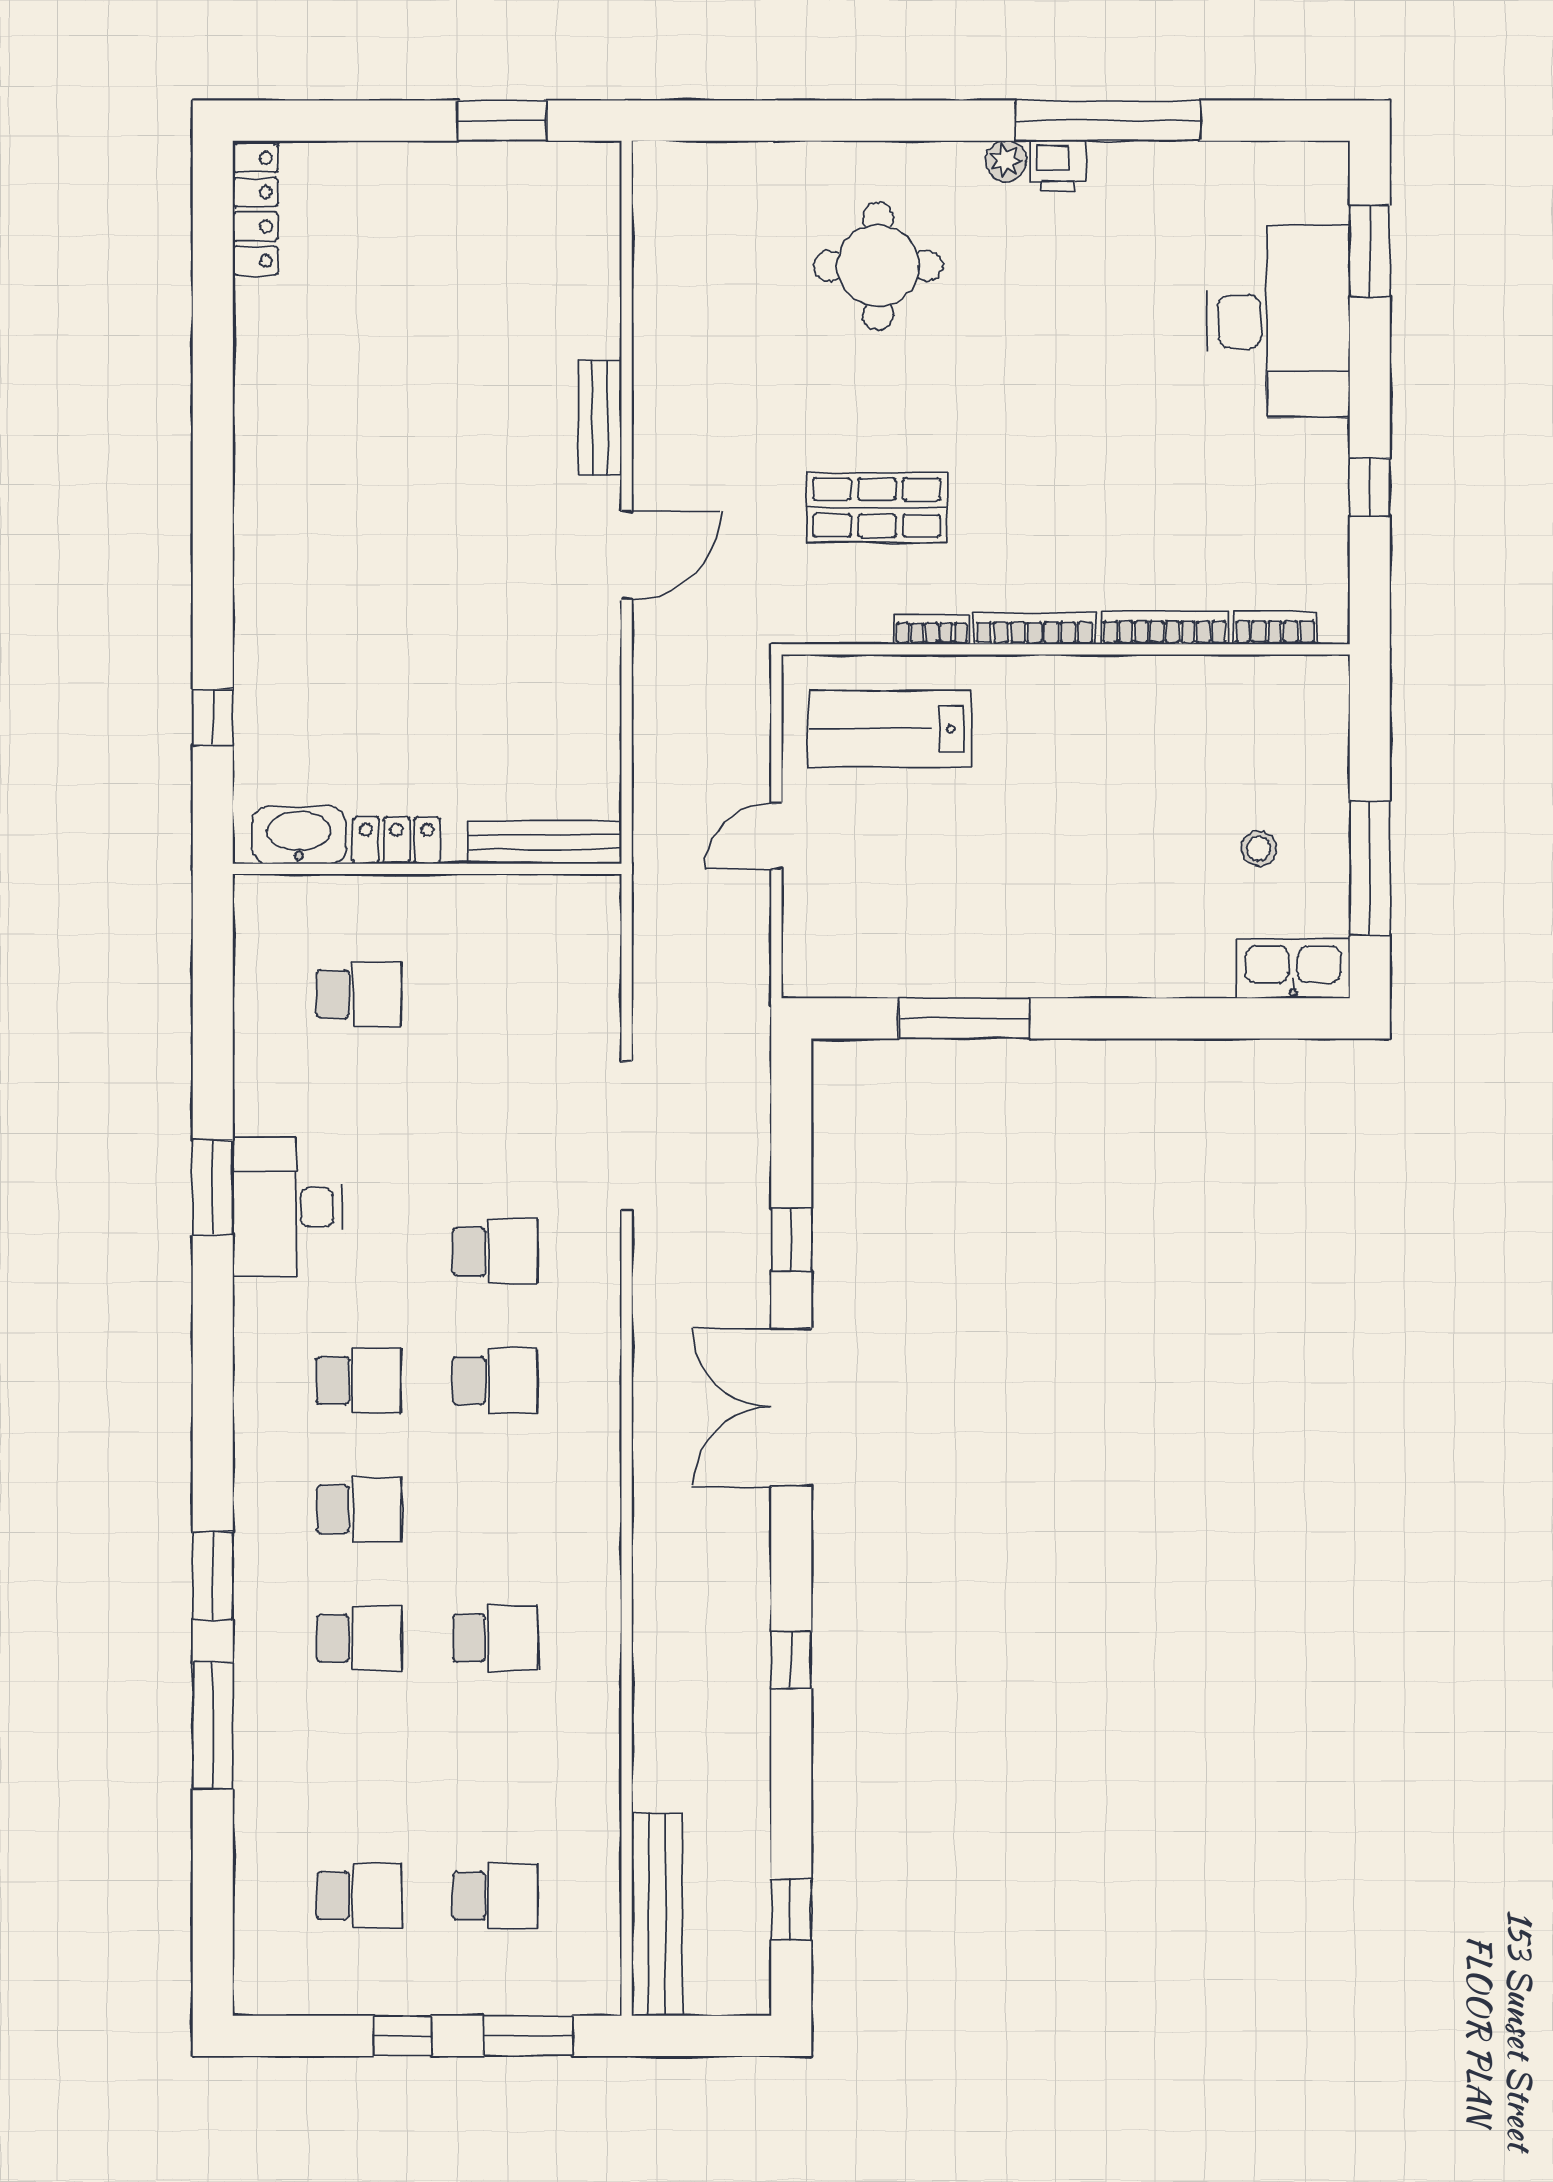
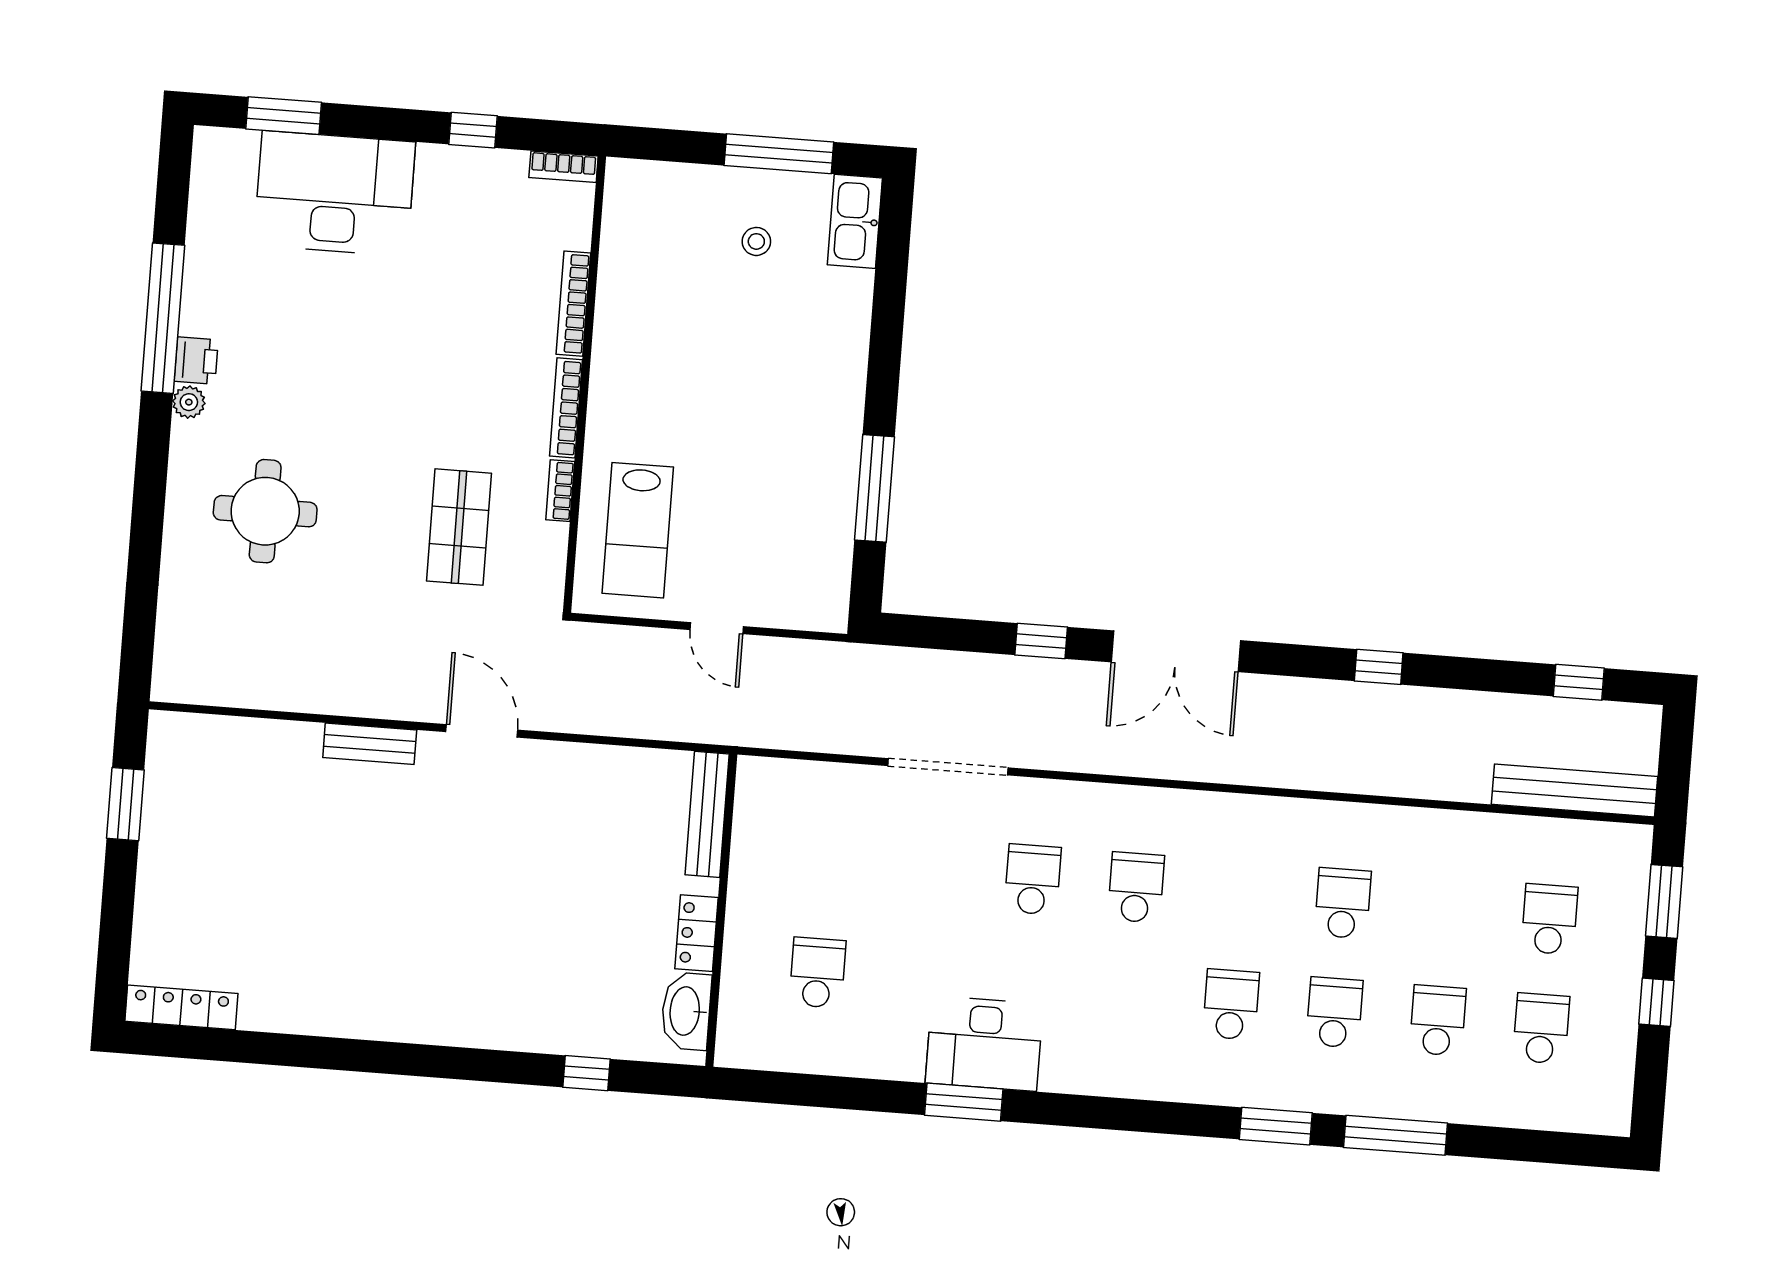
bookcase: (1275, 628) -> (564, 167), moved, turned -90
school desk: (359, 1380) -> (1438, 1020), moved

